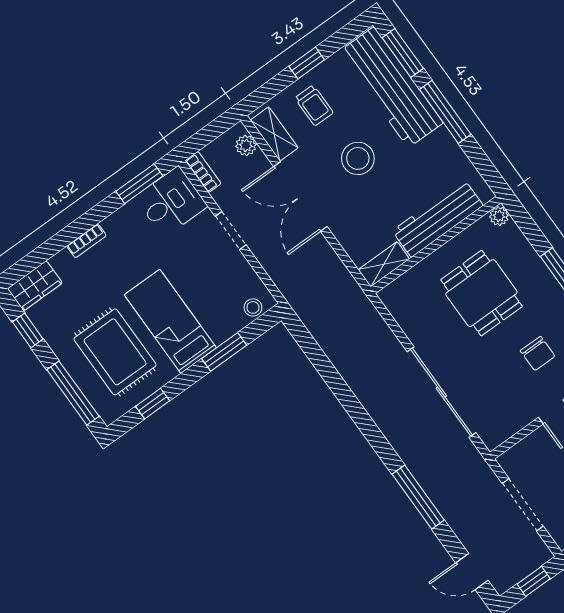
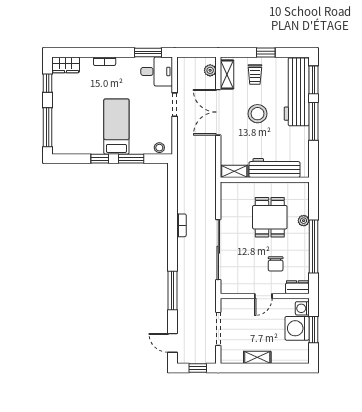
bookcase: (203, 172) -> (181, 225), moved
plant: (499, 216) -> (304, 221), moved
rug: (115, 352) -> (81, 122), removed
window: (153, 404) -> (100, 159), moved

